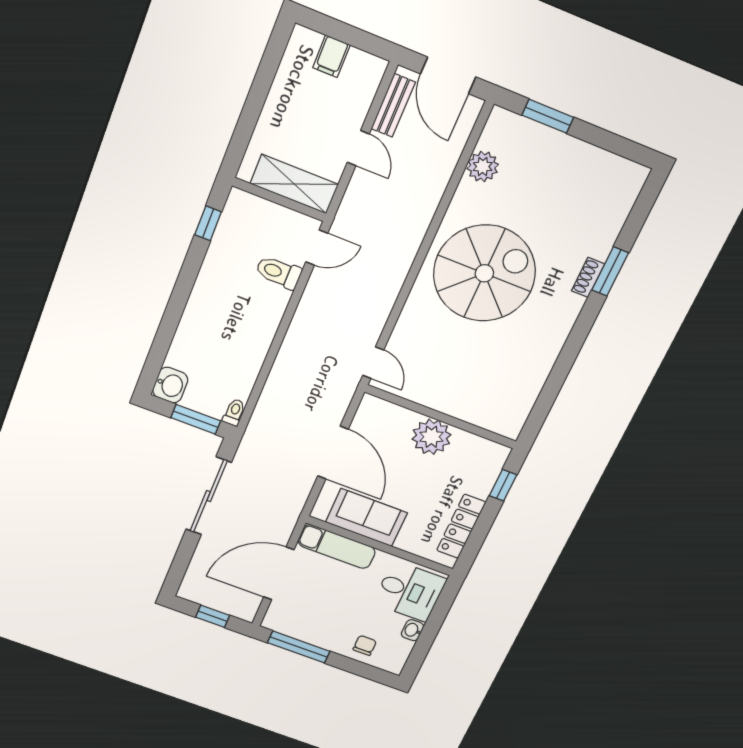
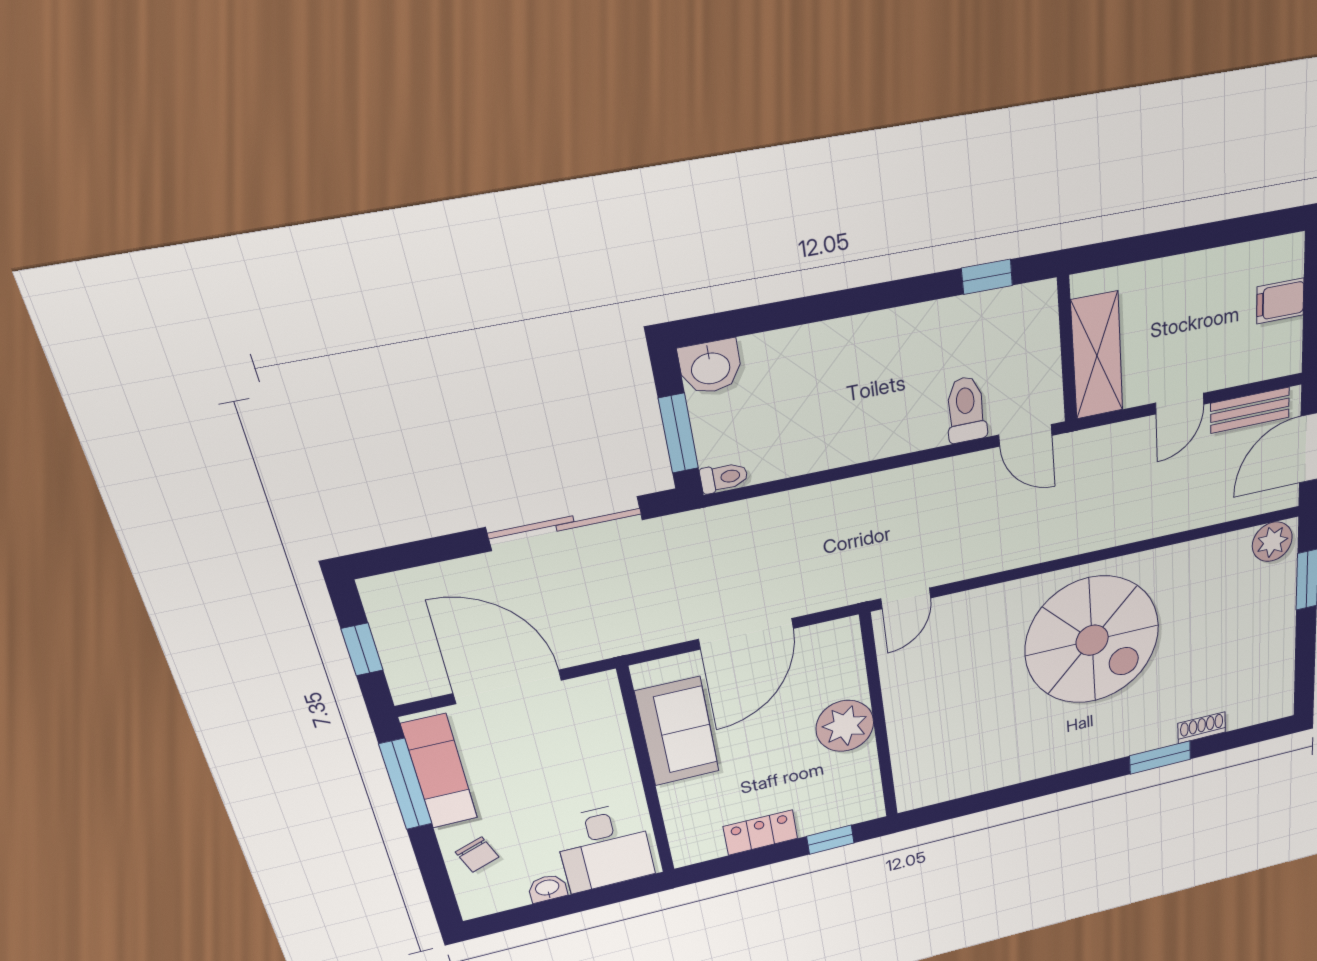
plant: (483, 167) -> (1272, 542), moved
shoe rack: (588, 277) -> (1202, 728), moved
locker: (461, 526) -> (760, 832), width x0.66
exam couch: (337, 547) -> (439, 771), moved, turned 180
chair: (365, 645) -> (477, 855), turned 70

